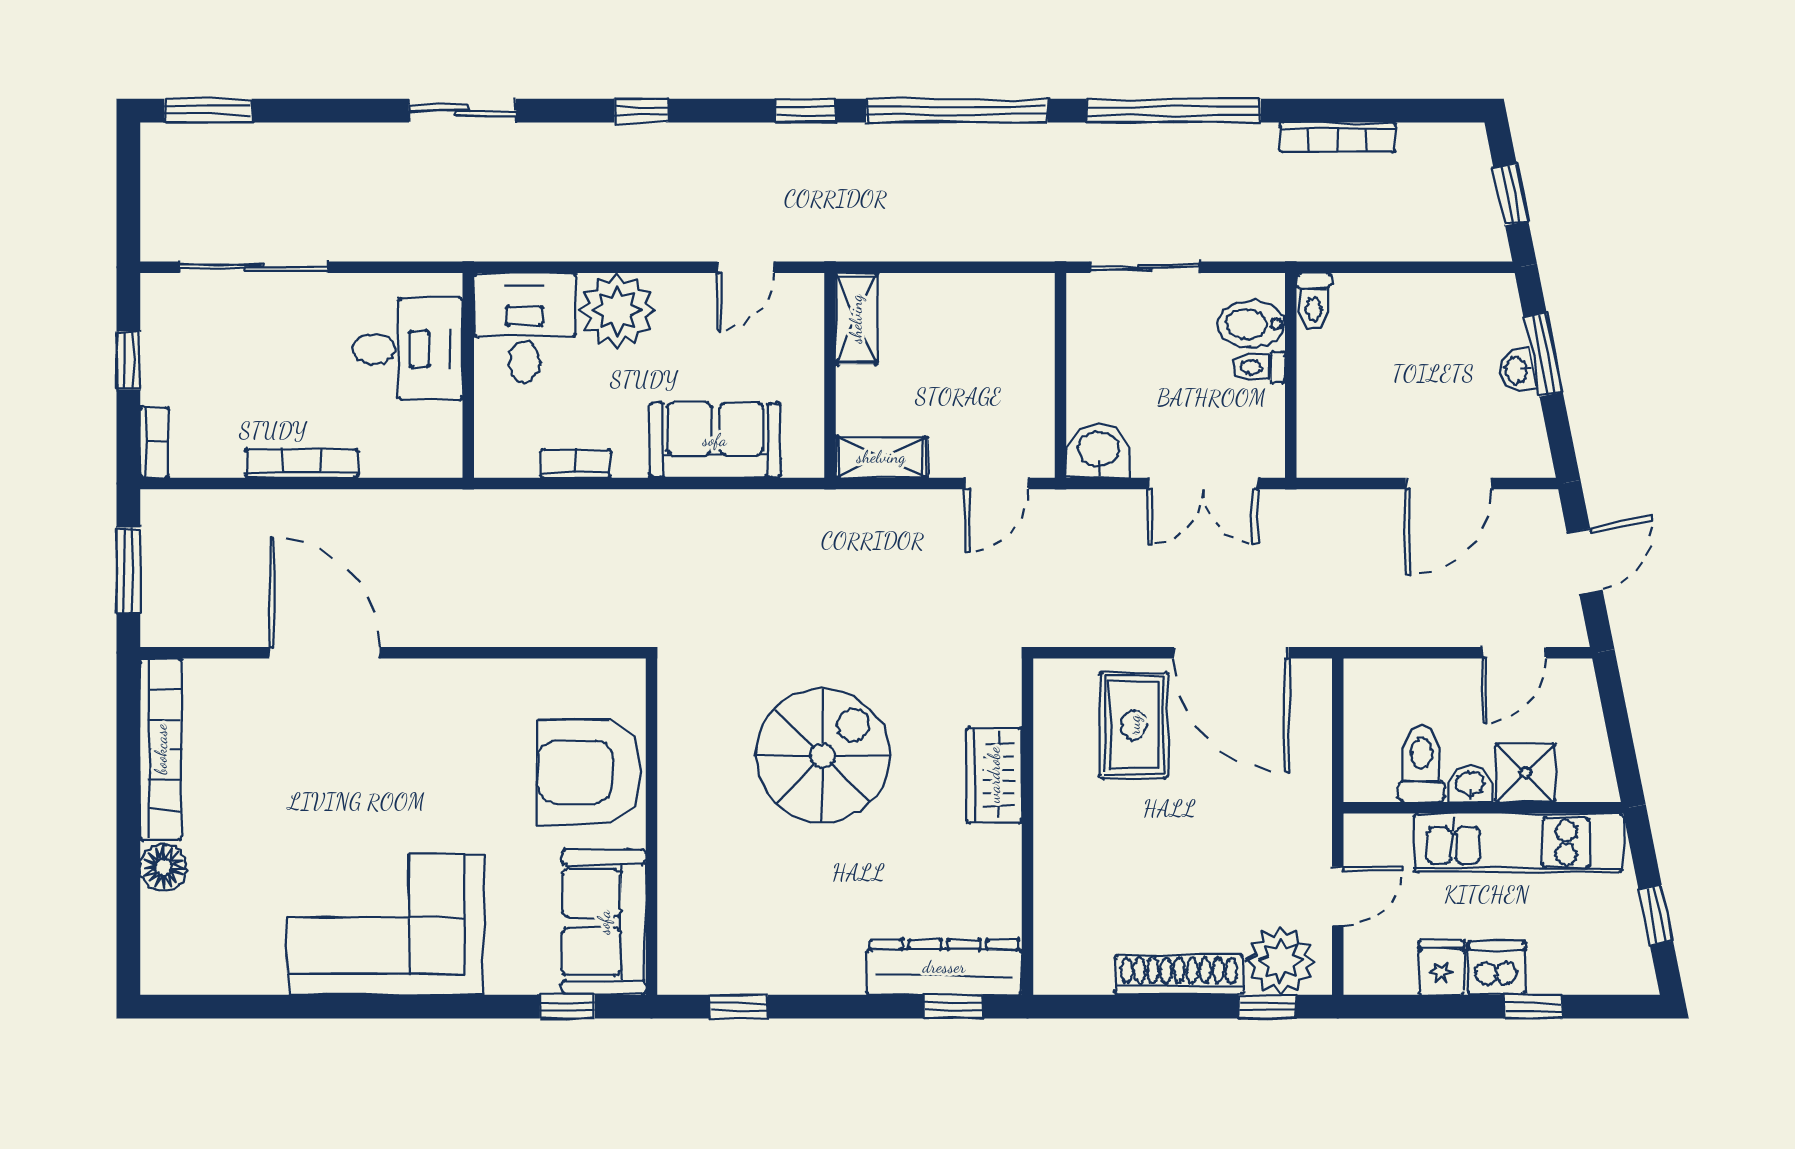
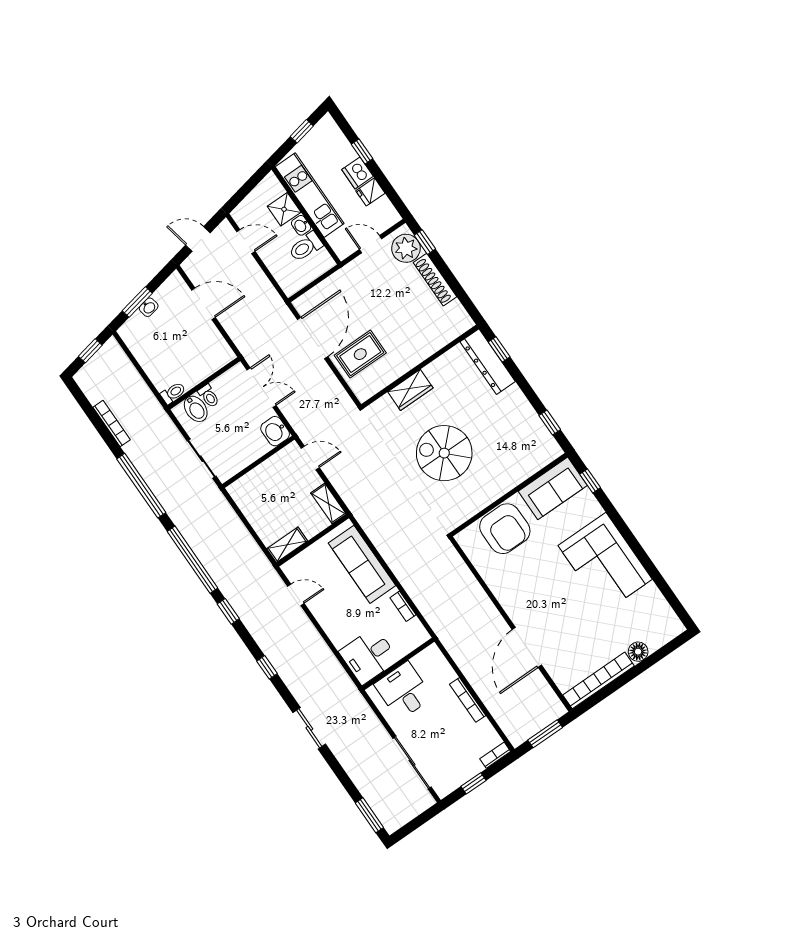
plant: (617, 311) -> (341, 628), removed
sofa: (715, 440) -> (362, 564), width x1.36

